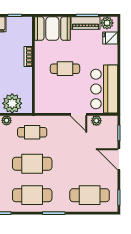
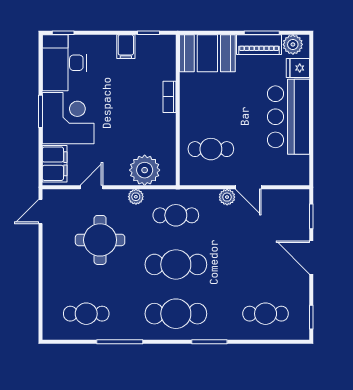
cafe table: (65, 69) -> (211, 149), moved
bar counter: (104, 89) -> (288, 117), moved
plant: (96, 121) -> (227, 197), moved
cafe table: (90, 195) -> (266, 314), width x0.73, depth x0.74

